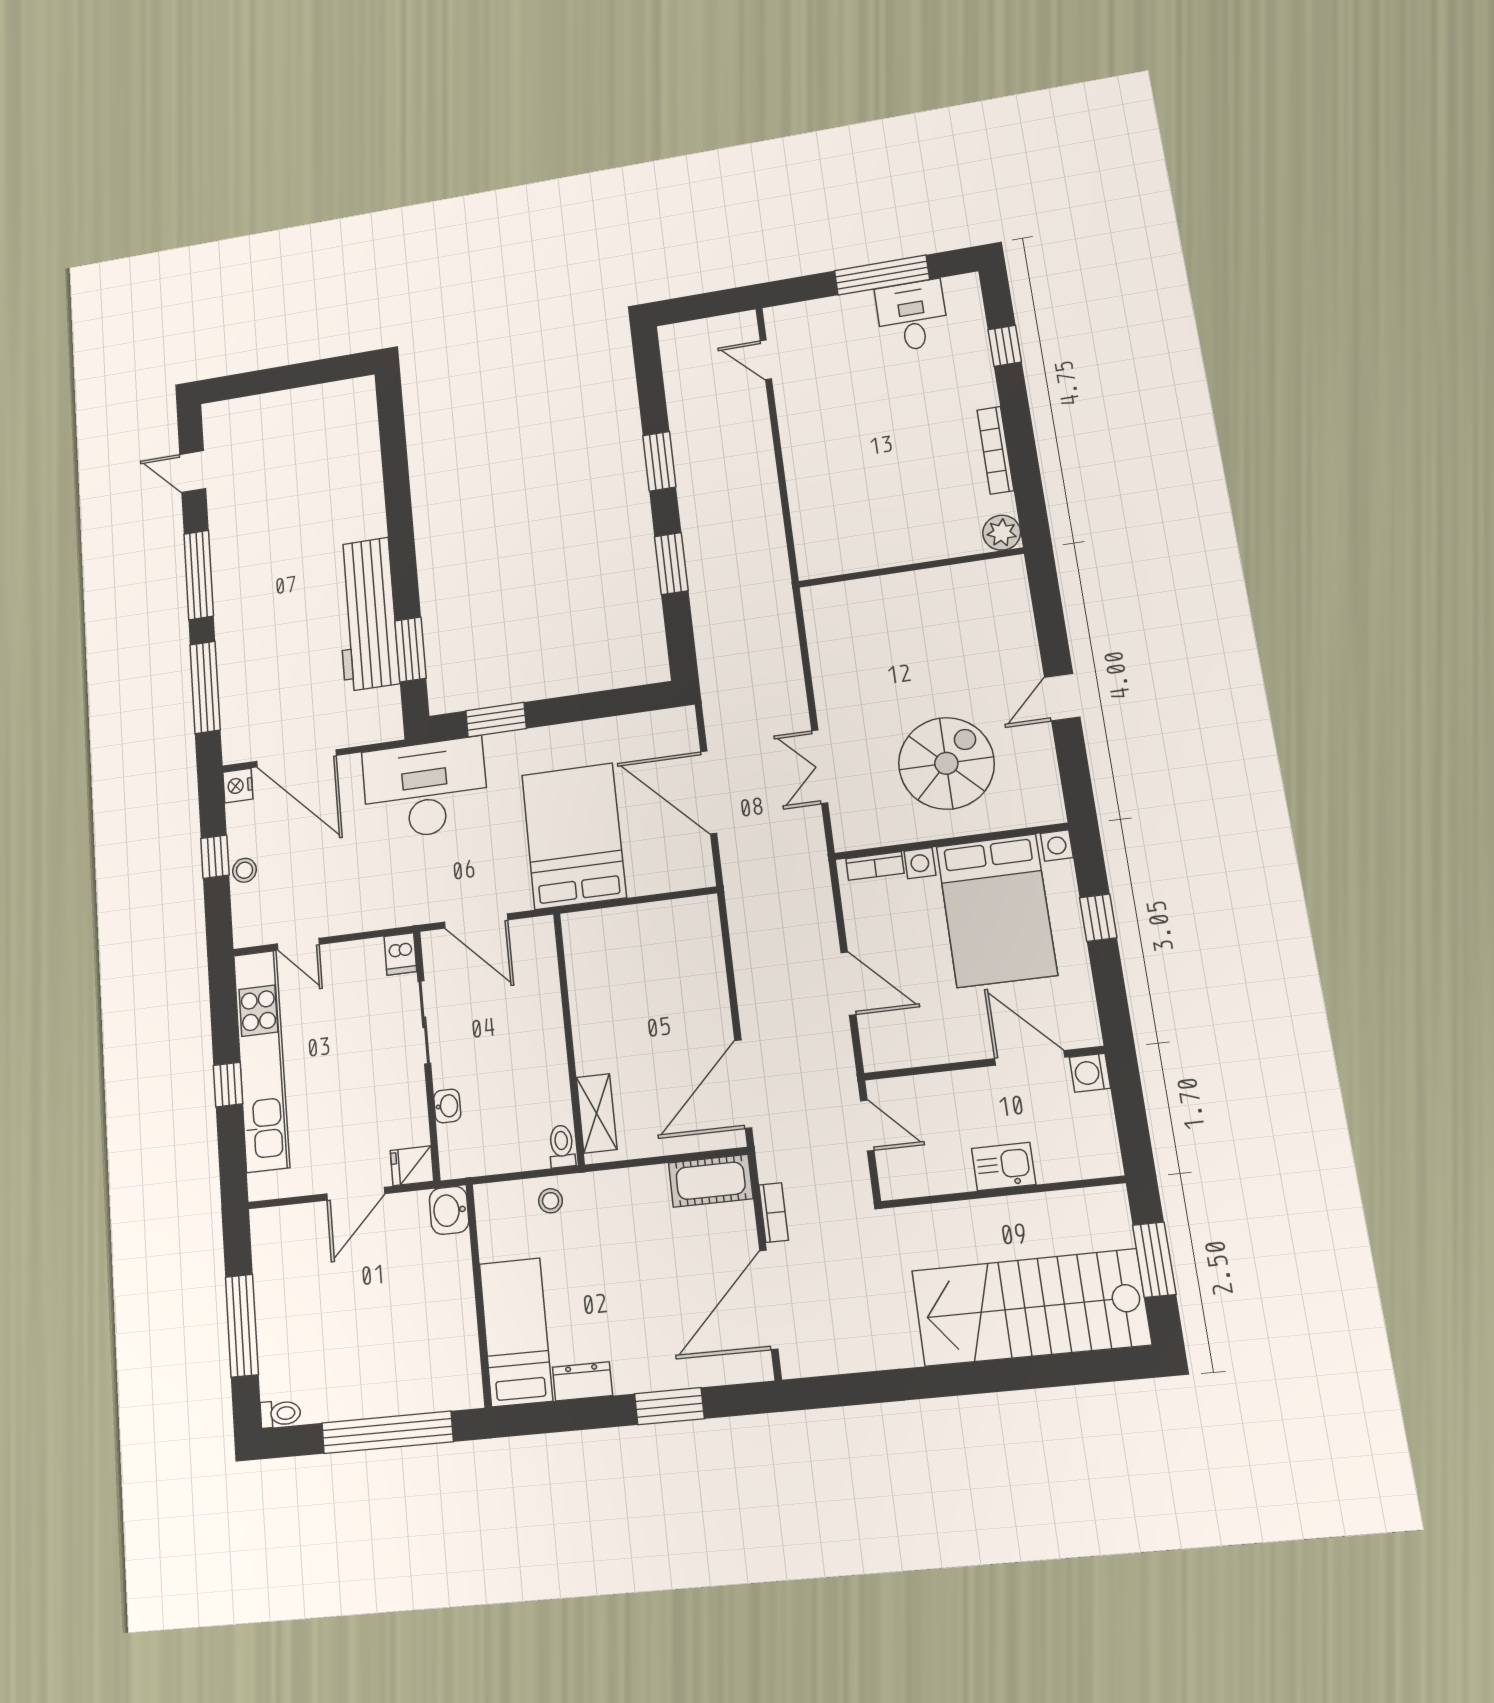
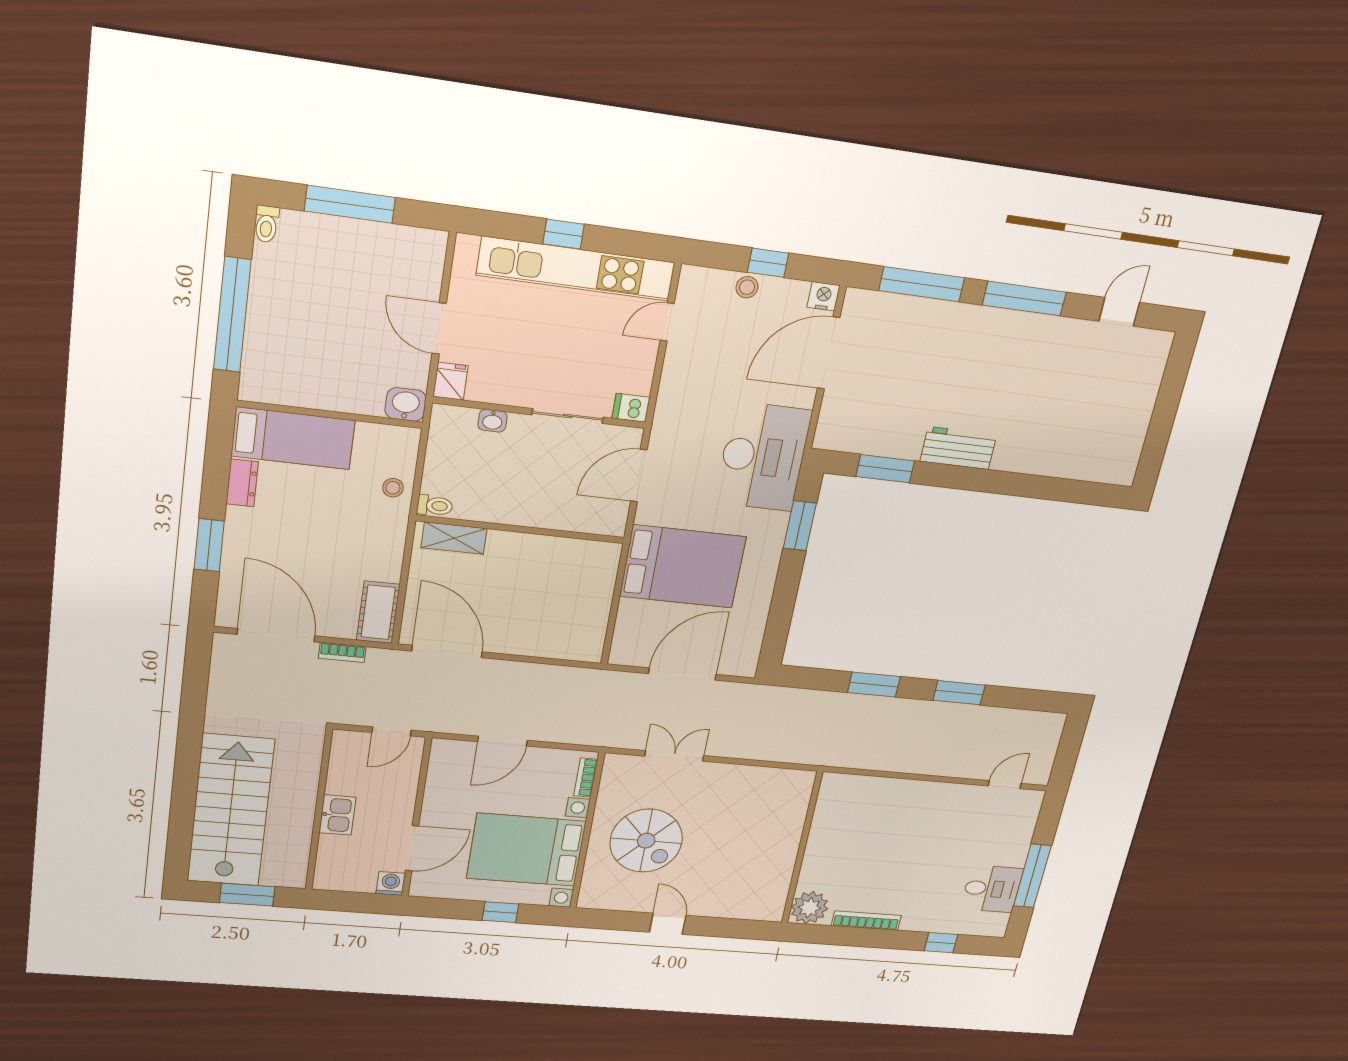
plant: (1002, 533) -> (809, 908), width x1.36, depth x1.36
workbench: (367, 614) -> (958, 448), width x0.53, depth x0.76

